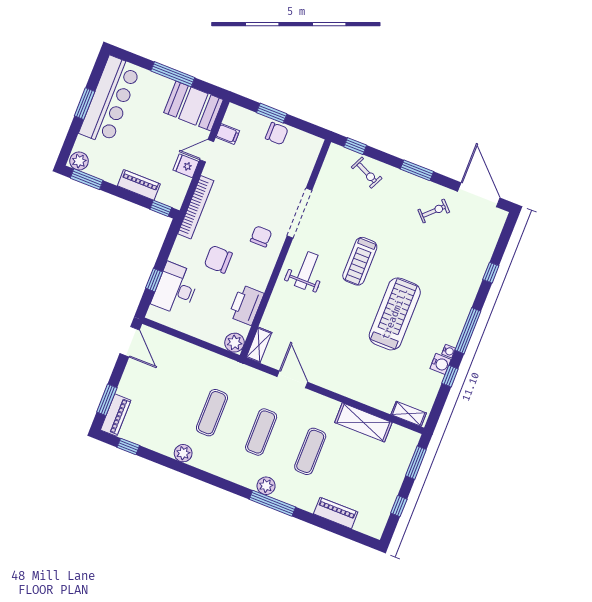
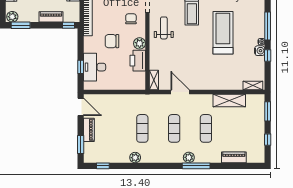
plant: (235, 343) -> (140, 43), moved
piano: (116, 415) -> (89, 130), moved

